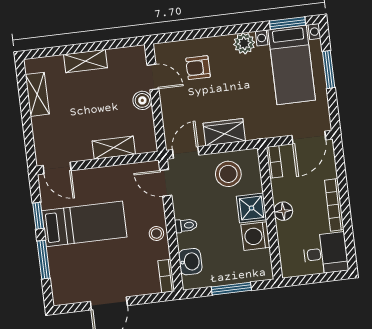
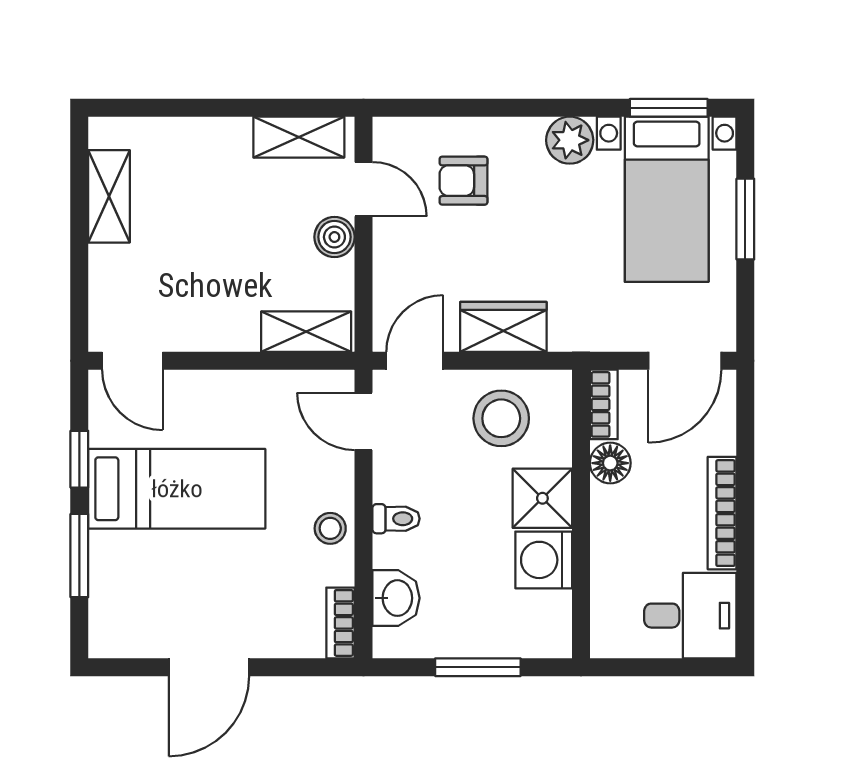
shelving: (86, 61) -> (299, 137), moved
shelving: (114, 148) -> (306, 332), moved
floor lamp: (283, 211) -> (610, 463), moved

